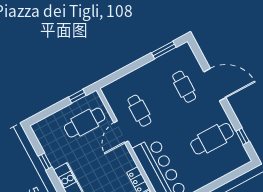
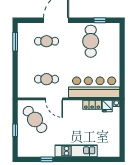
window: (77, 96) -> (15, 130), moved
cafe table: (85, 123) -> (35, 119), turned -39

